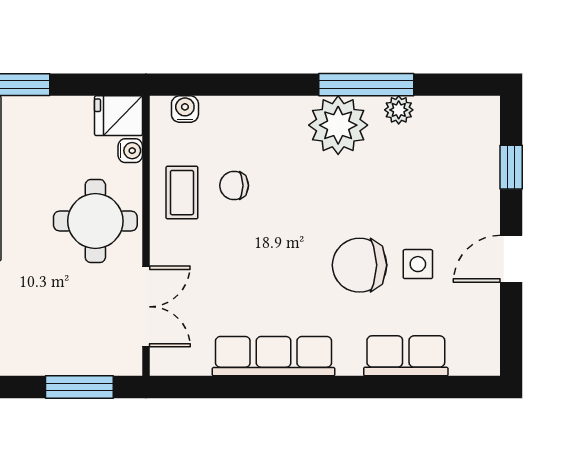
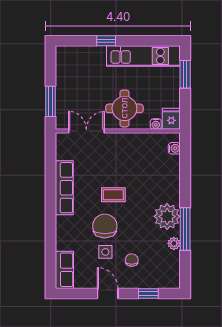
chair: (234, 186) -> (132, 260), moved
coffee table: (182, 193) -> (113, 195), moved
double door: (146, 307) -> (86, 131), swing flipped
row of seats: (406, 356) -> (64, 270), moved

